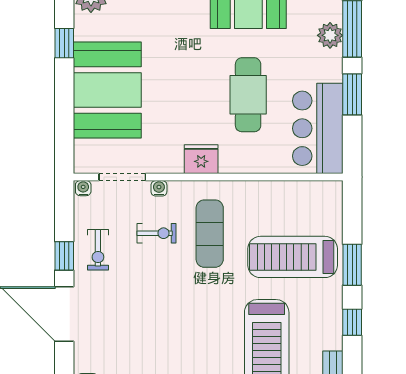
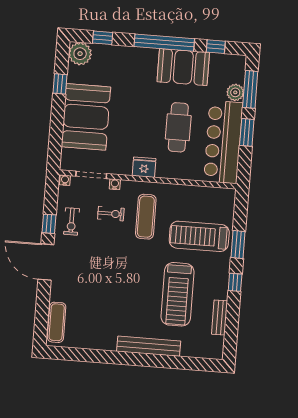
bar counter: (318, 128) -> (223, 142), width x1.36

